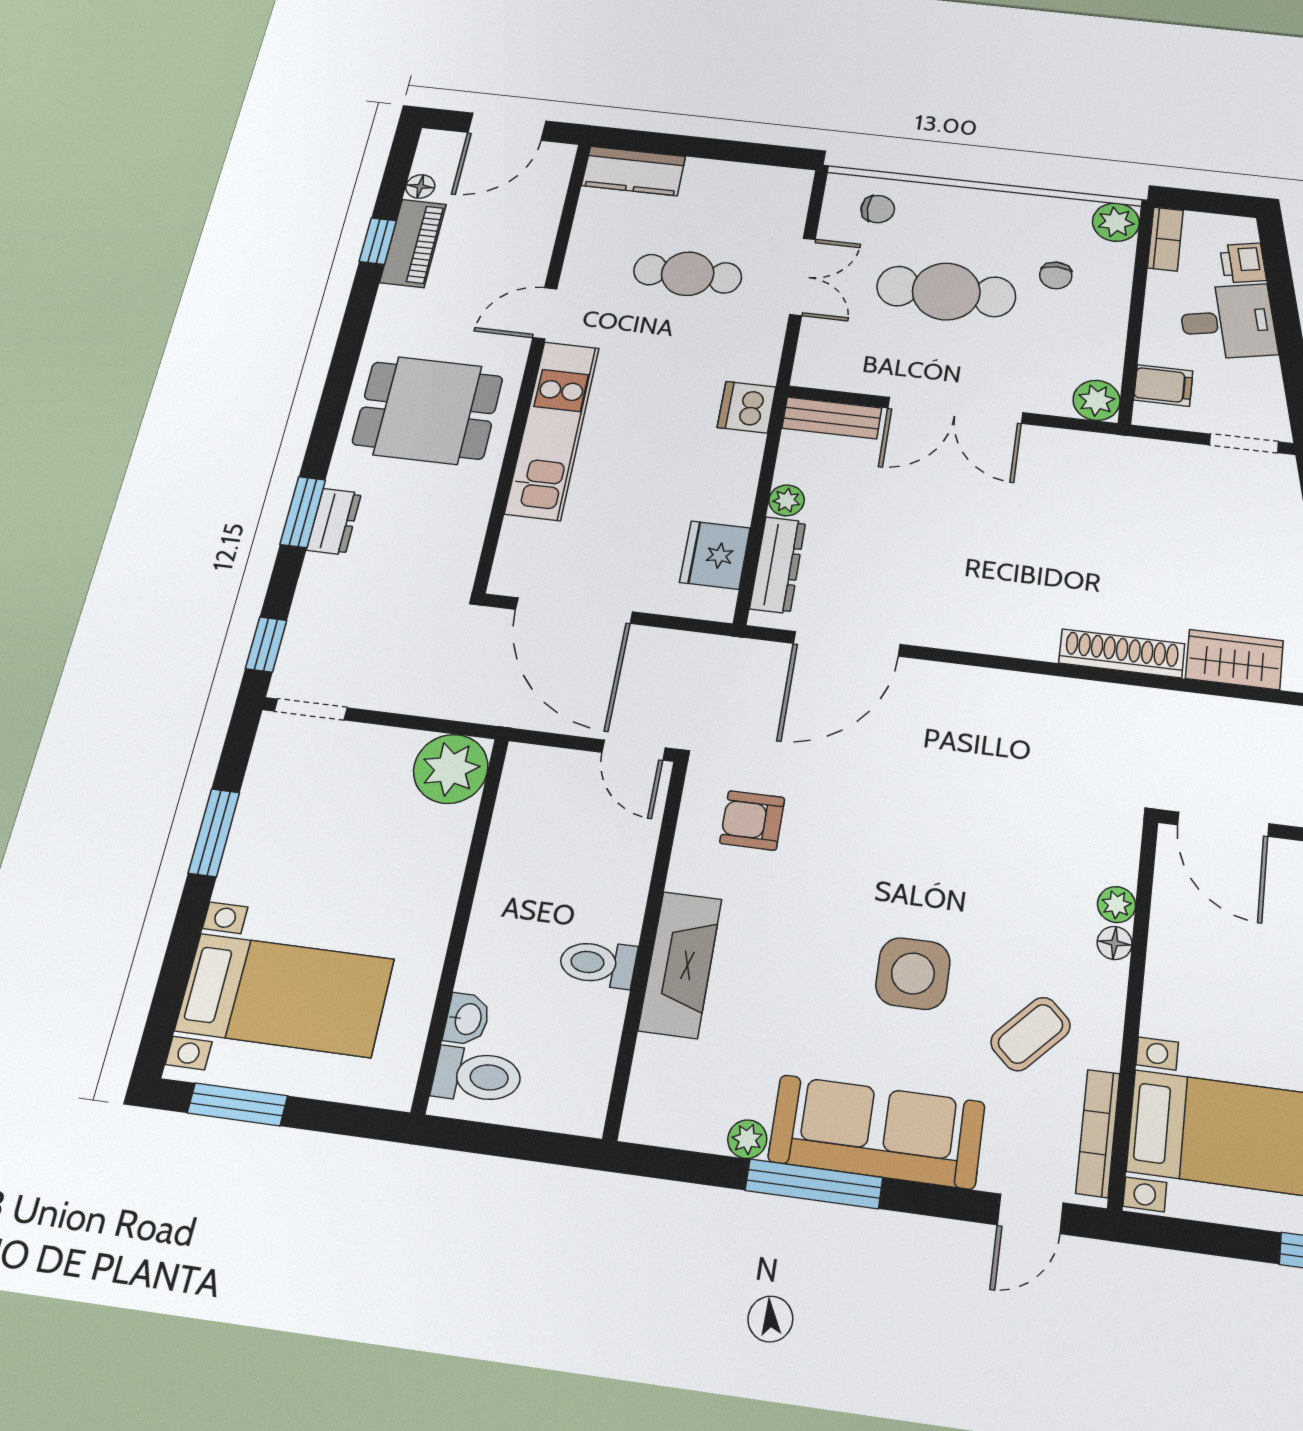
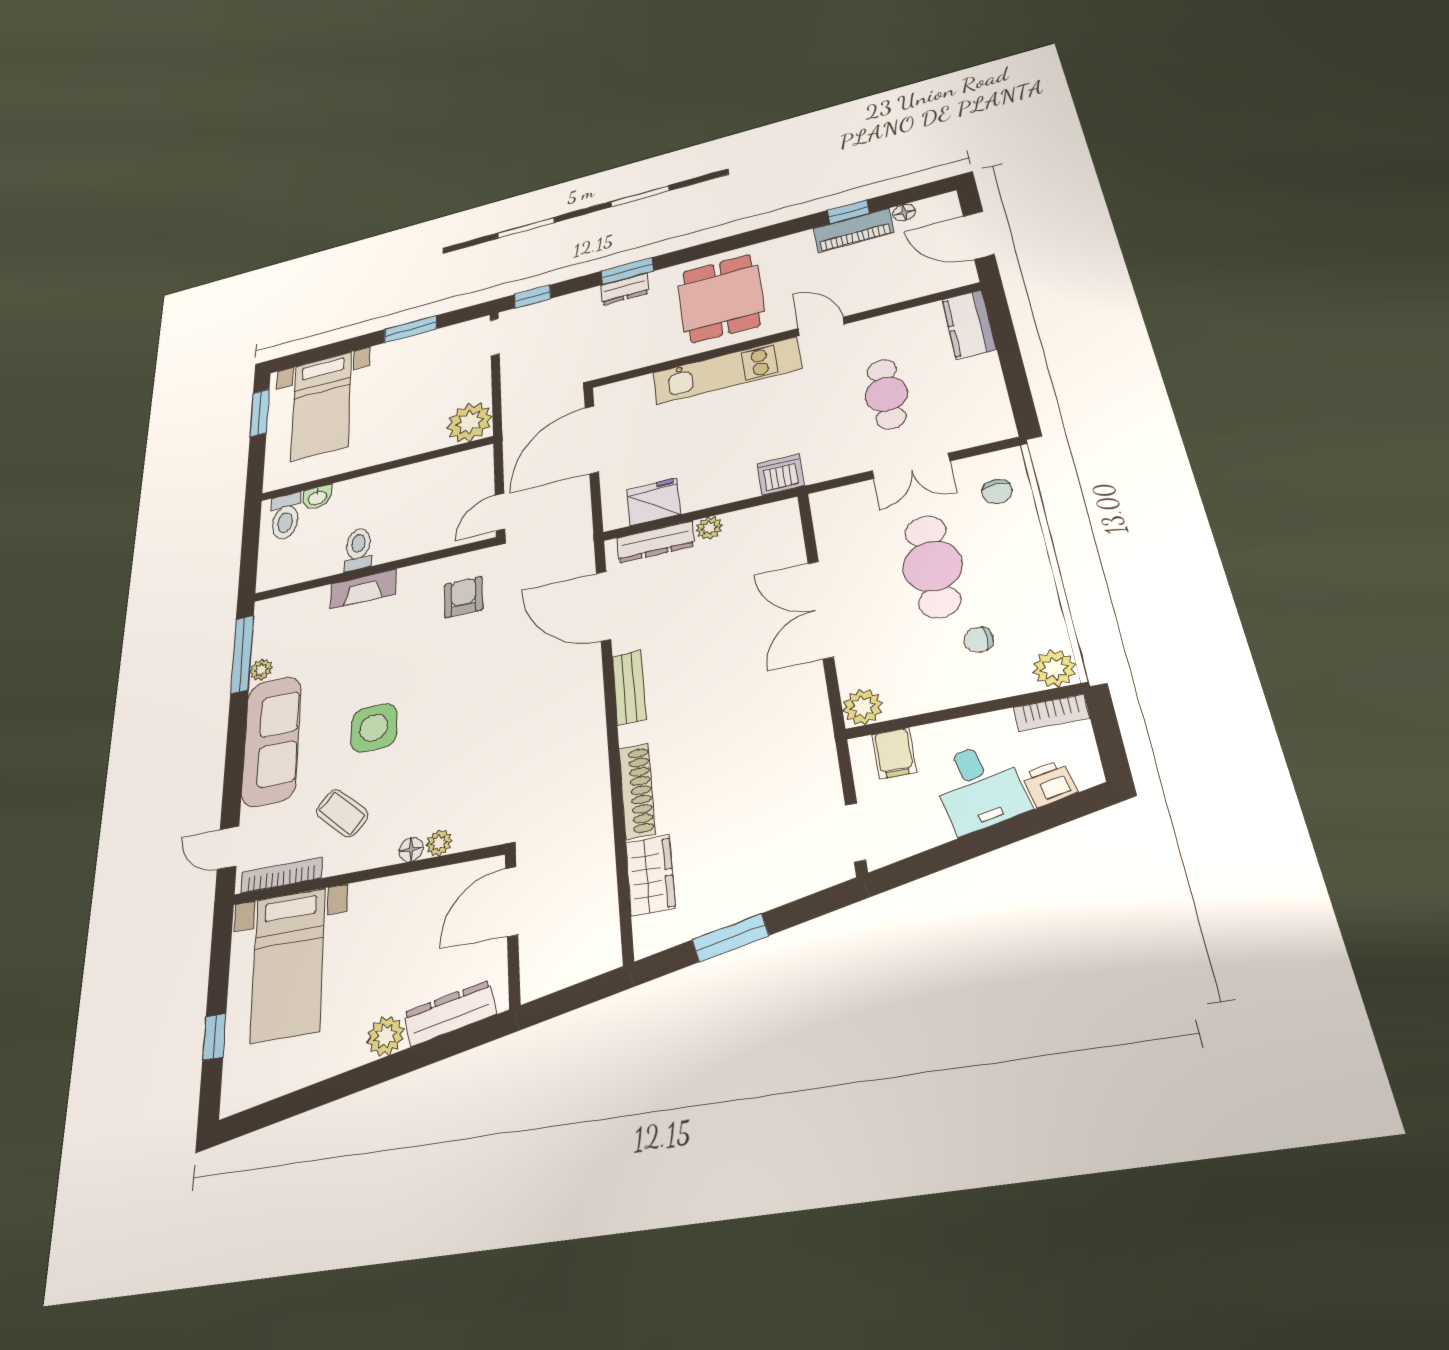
bench: (832, 418) -> (629, 688), moved
fireplace: (680, 964) -> (363, 589), width x0.73, depth x0.76
window: (814, 1184) -> (242, 654), moved

